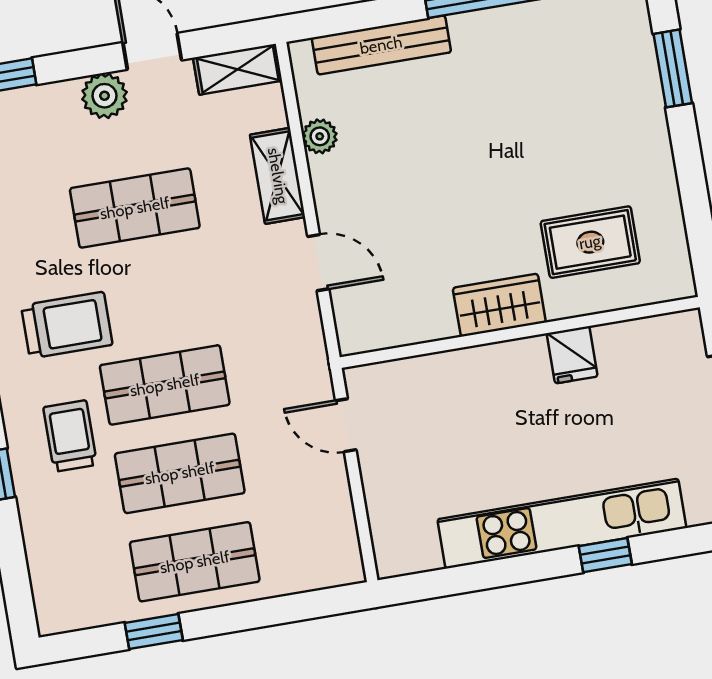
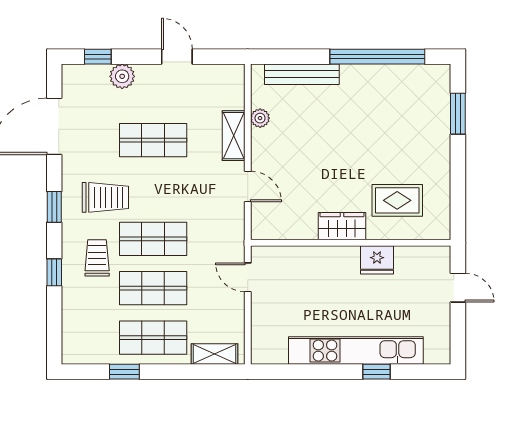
shelving: (238, 69) -> (214, 354), moved
plant: (104, 96) -> (122, 76), moved
fridge: (572, 355) -> (377, 260), width x1.38

